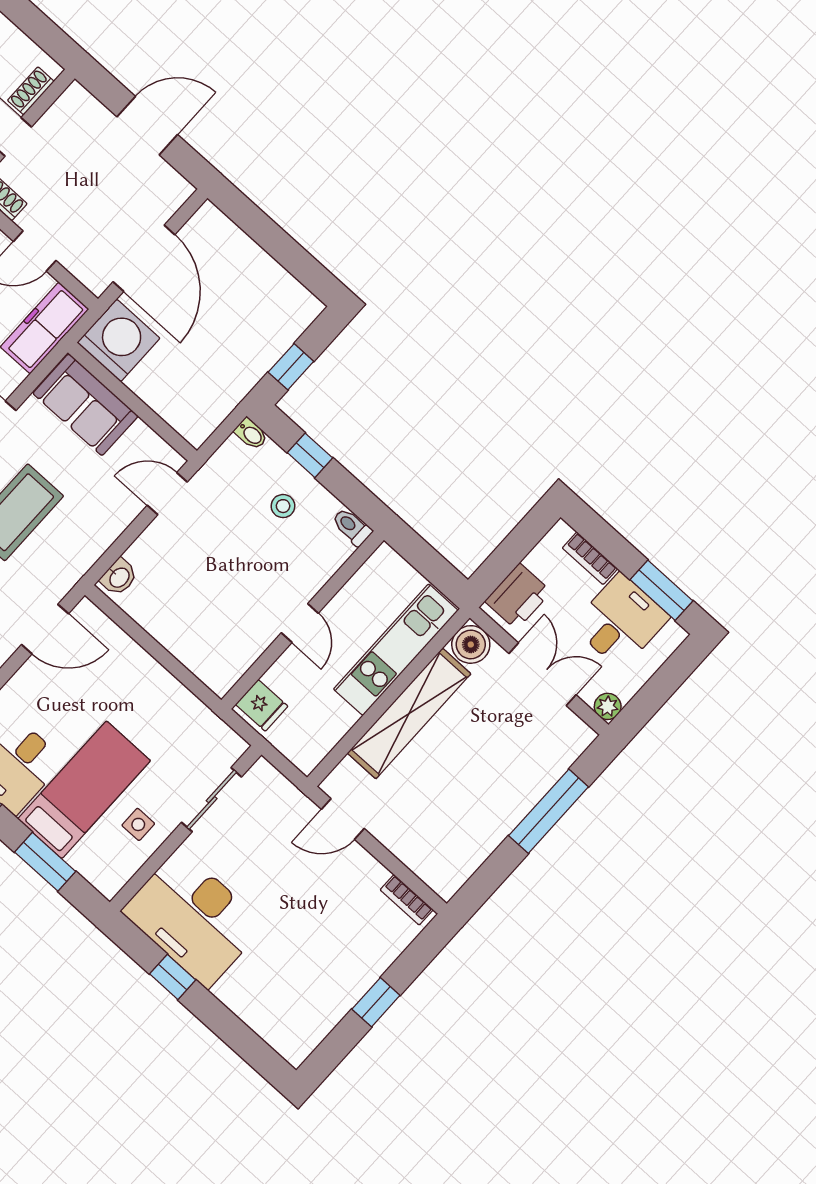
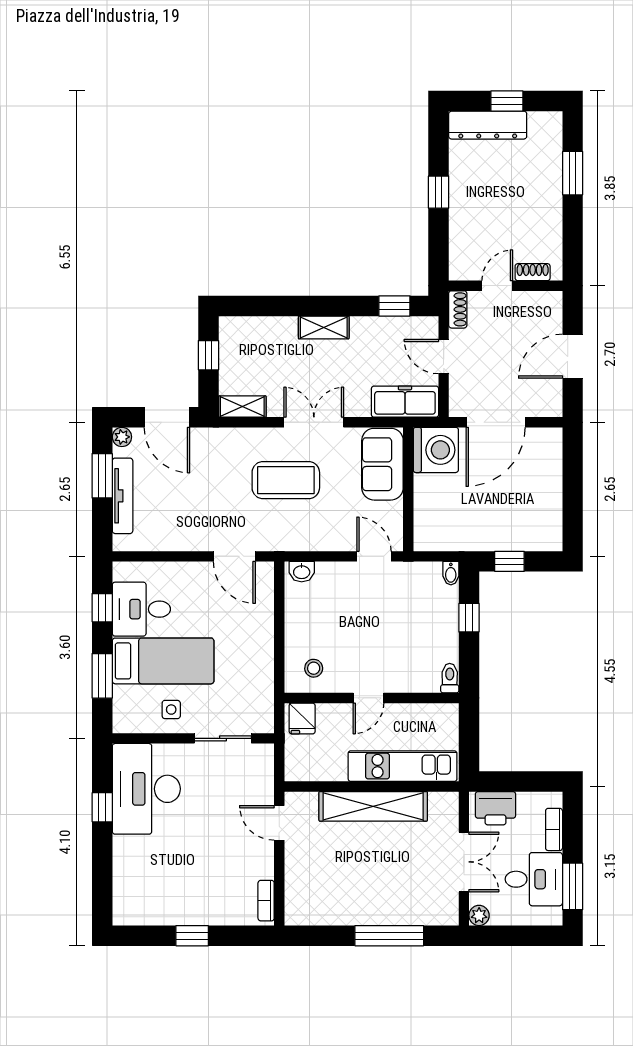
door: (147, 126) -> (573, 356), swing flipped
stool: (283, 506) -> (314, 668), moved
boiler: (471, 644) -> (444, 806), removed

